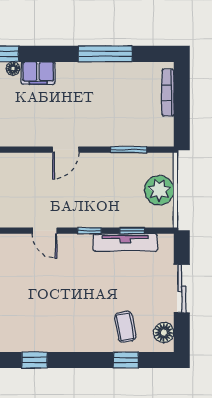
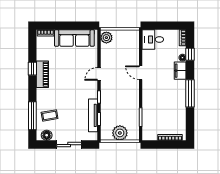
window: (105, 54) -> (190, 93), moved
door: (66, 150) -> (141, 73), moved
piano: (45, 341) -> (42, 74), added
window: (126, 360) -> (32, 116), width x2.17

